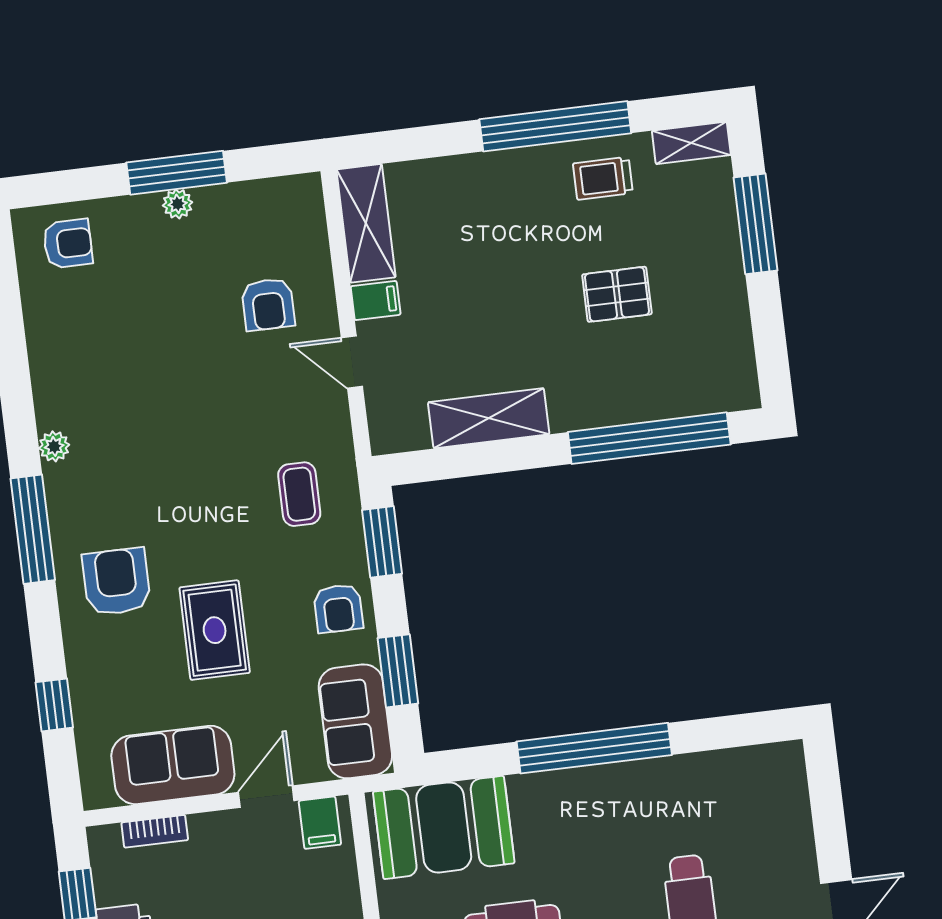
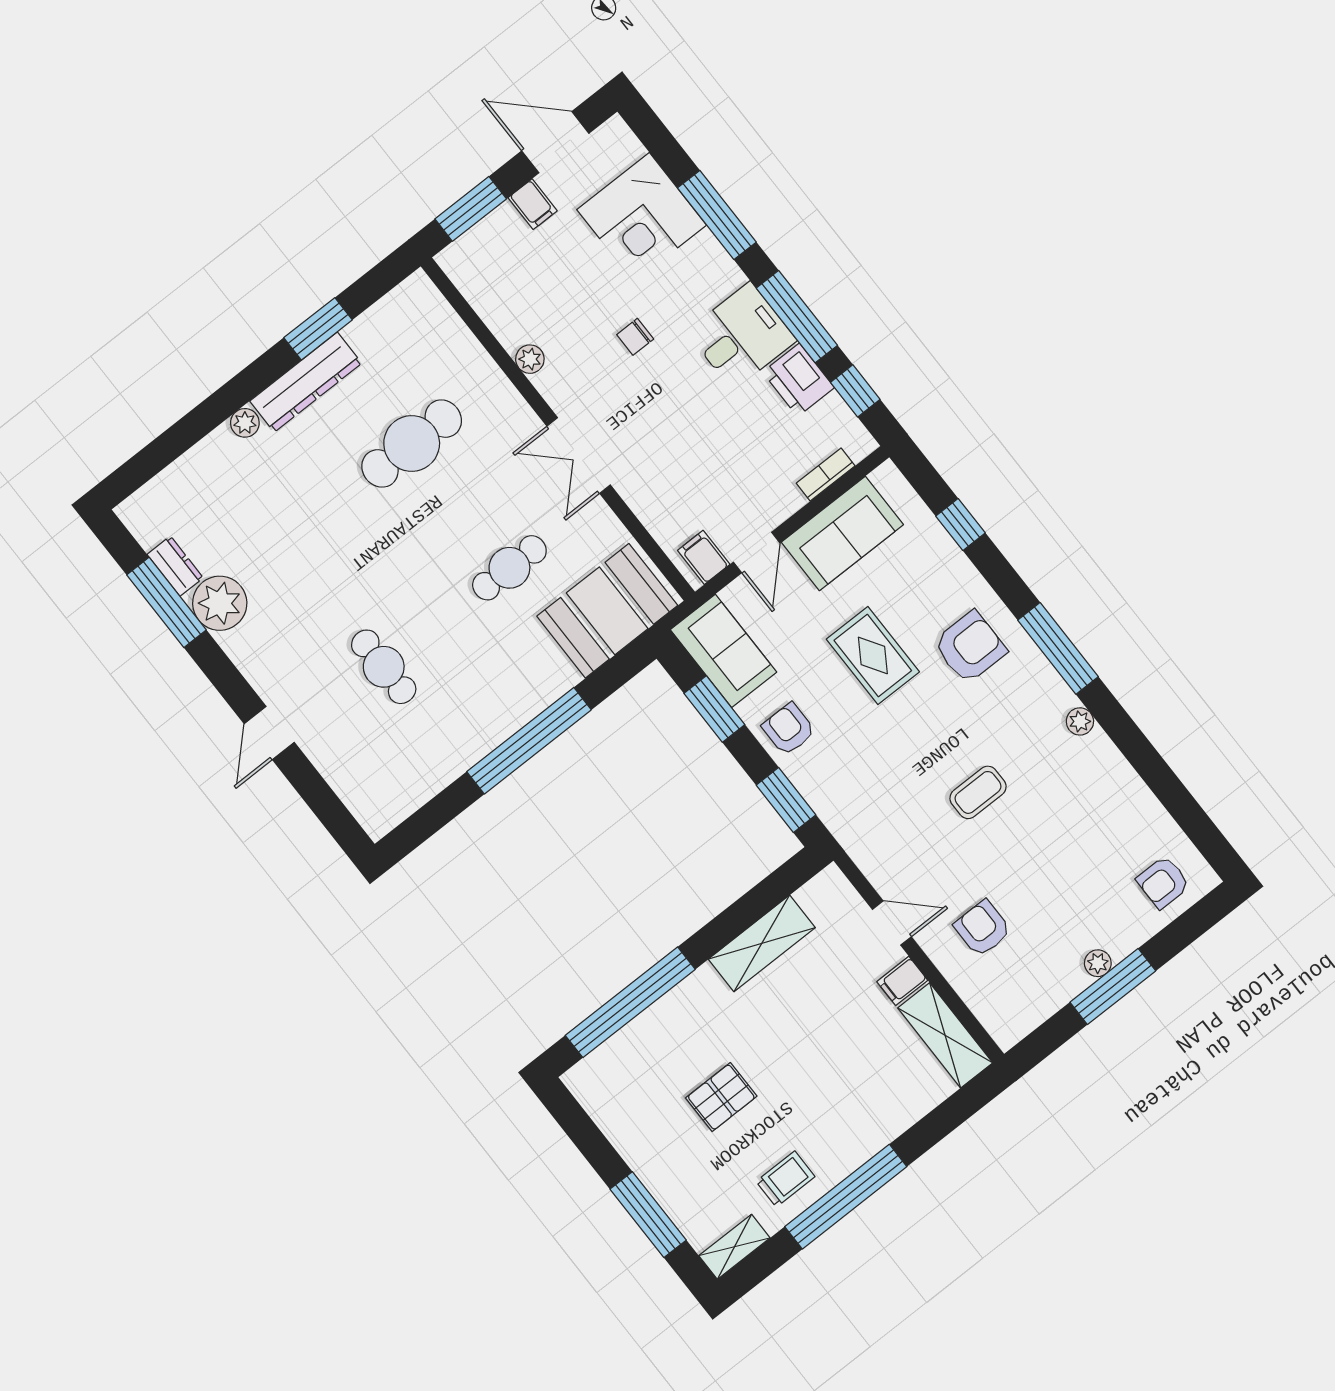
coffee table: (299, 494) -> (978, 792), moved, turned 90
armchair: (116, 582) -> (970, 647), turned -90

